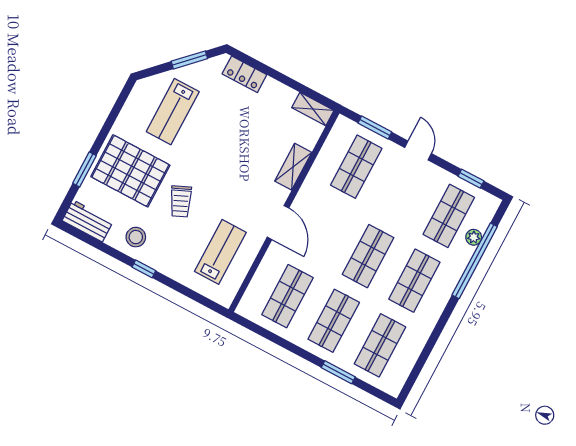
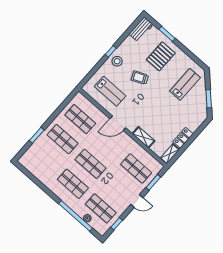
locker: (244, 74) -> (183, 138), moved
lab bench: (173, 112) -> (185, 84), turned 90
pallet: (130, 171) -> (161, 56), width x0.73, depth x0.71
stool: (136, 237) -> (117, 61), moved
shop shelf: (380, 345) -> (45, 159), removed

